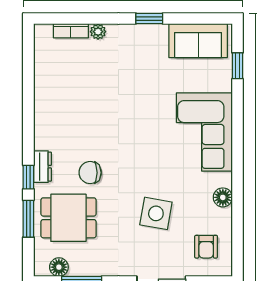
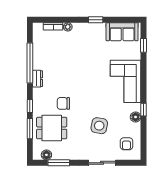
window: (28, 98) -> (30, 63), added
dresser: (43, 167) -> (38, 79), moved
window: (238, 184) -> (144, 110), added

